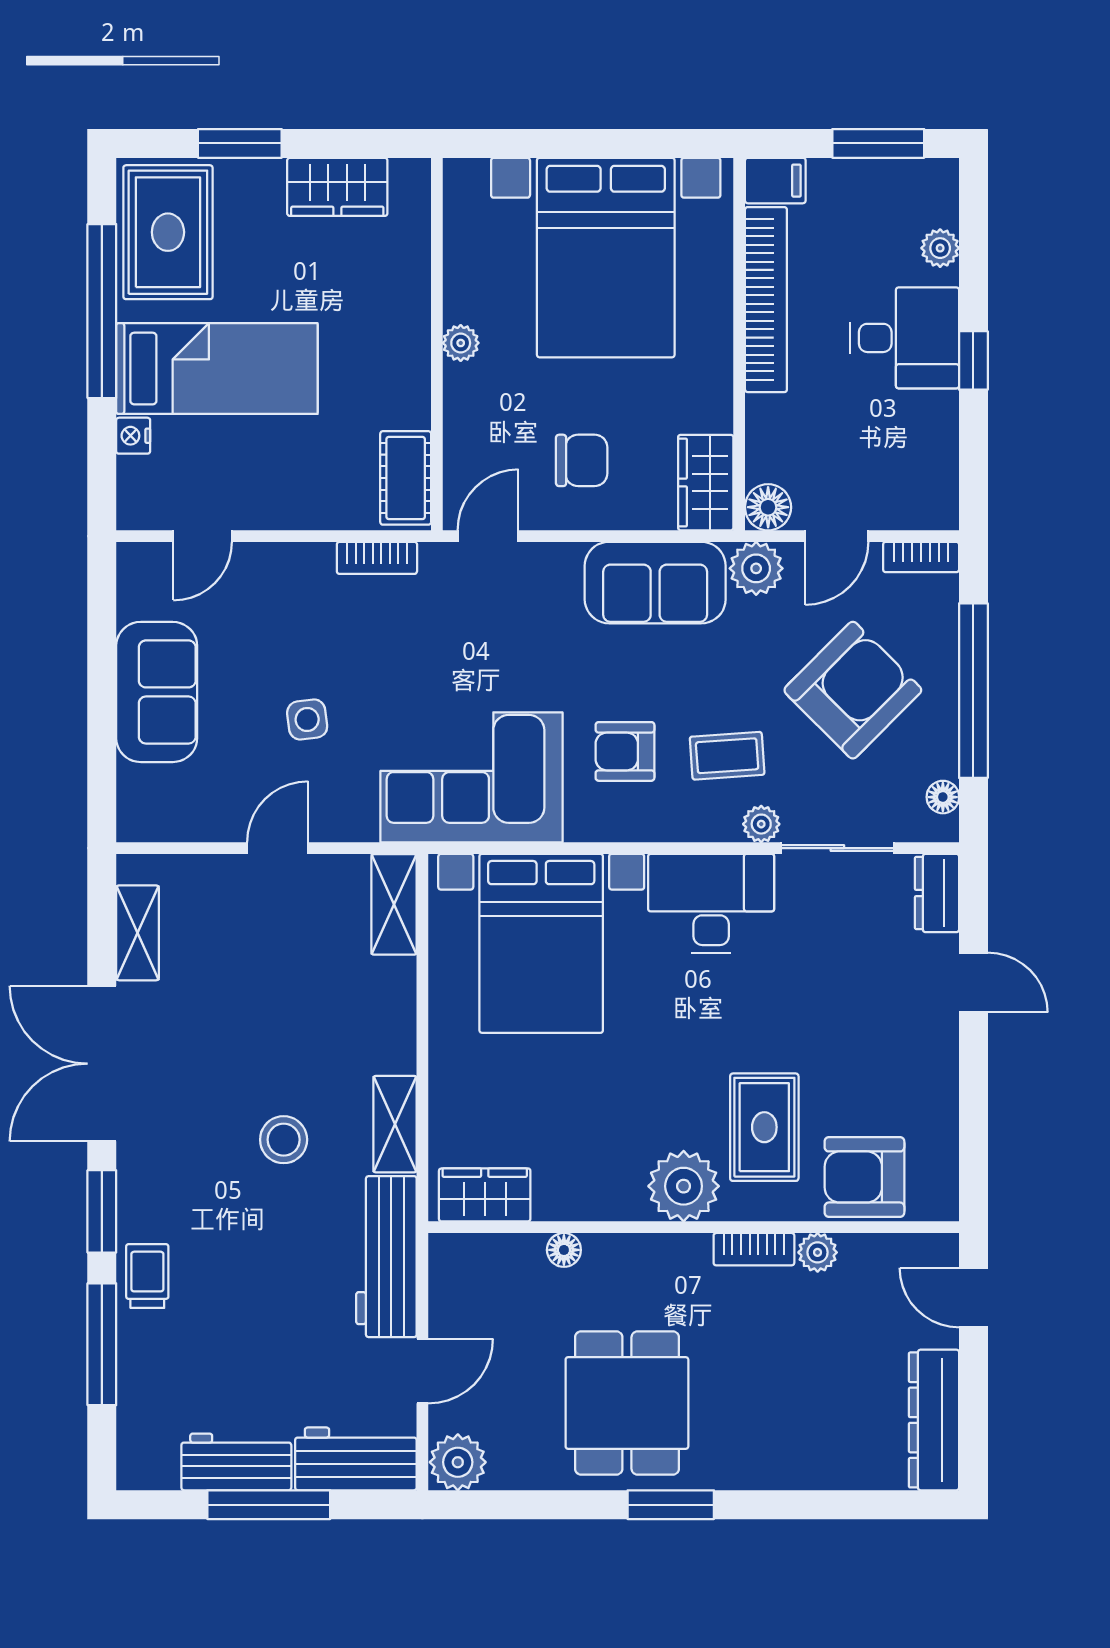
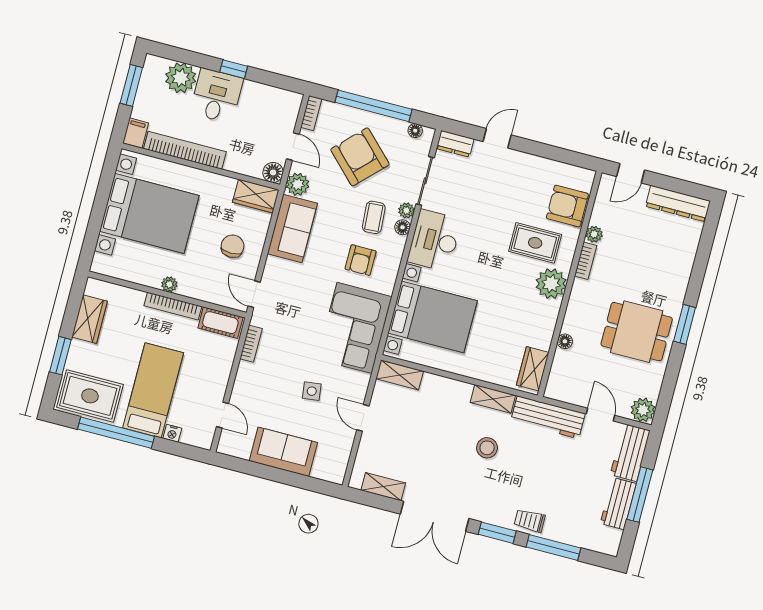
plant: (940, 248) -> (181, 78), width x1.88, depth x1.88
bookcase: (415, 363) -> (173, 306), added
floor lamp: (722, 825) -> (403, 227), added
armchair: (864, 1177) -> (567, 206), turned 90

